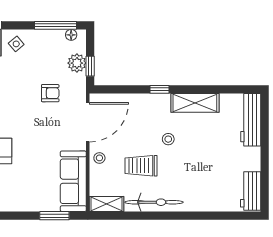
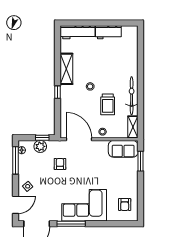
sofa: (73, 181) -> (123, 149), width x0.73
workbench: (251, 191) -> (108, 32), moved

